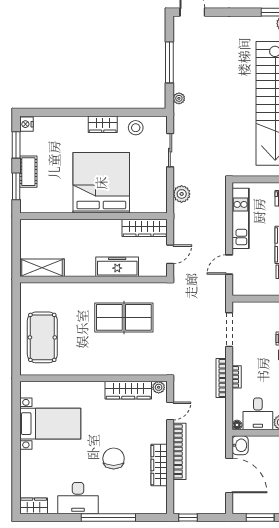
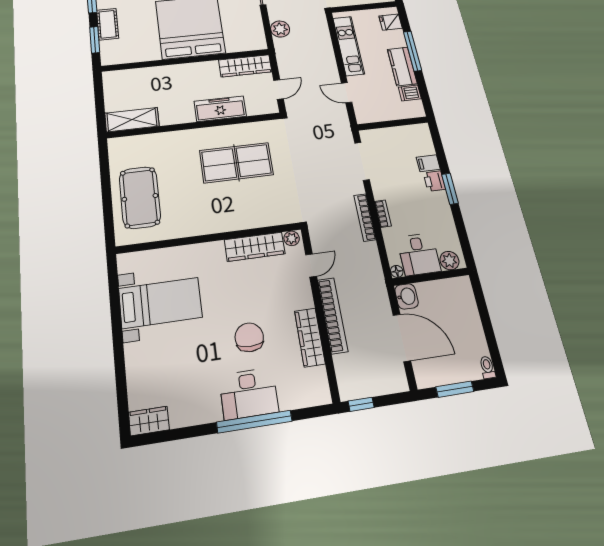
door: (229, 265) -> (347, 93), hinge flipped
desk: (78, 498) -> (249, 394), moved

